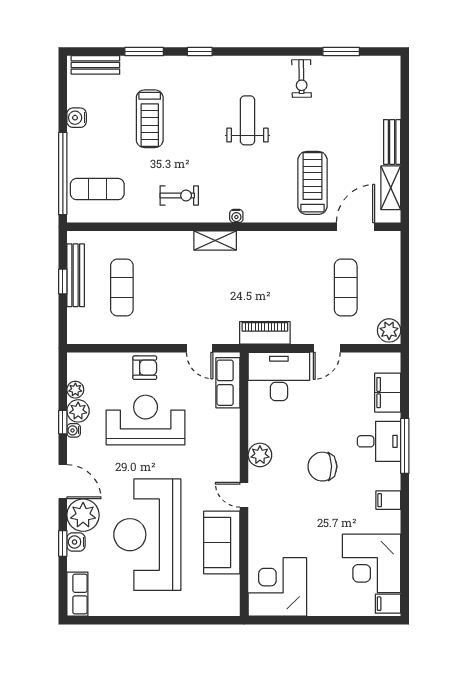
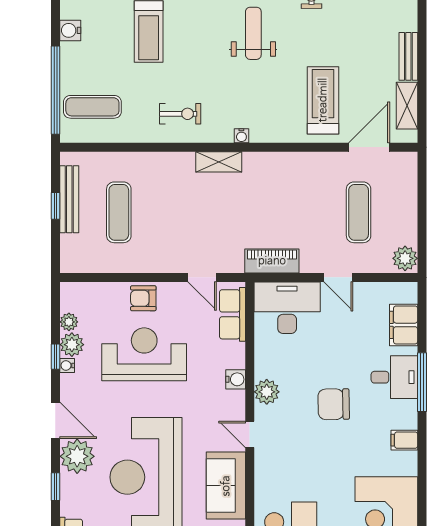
door: (327, 348) -> (338, 277), hinge flipped
armchair: (145, 368) -> (143, 298), turned 180
water cooler: (76, 542) -> (236, 379), moved, turned 180

